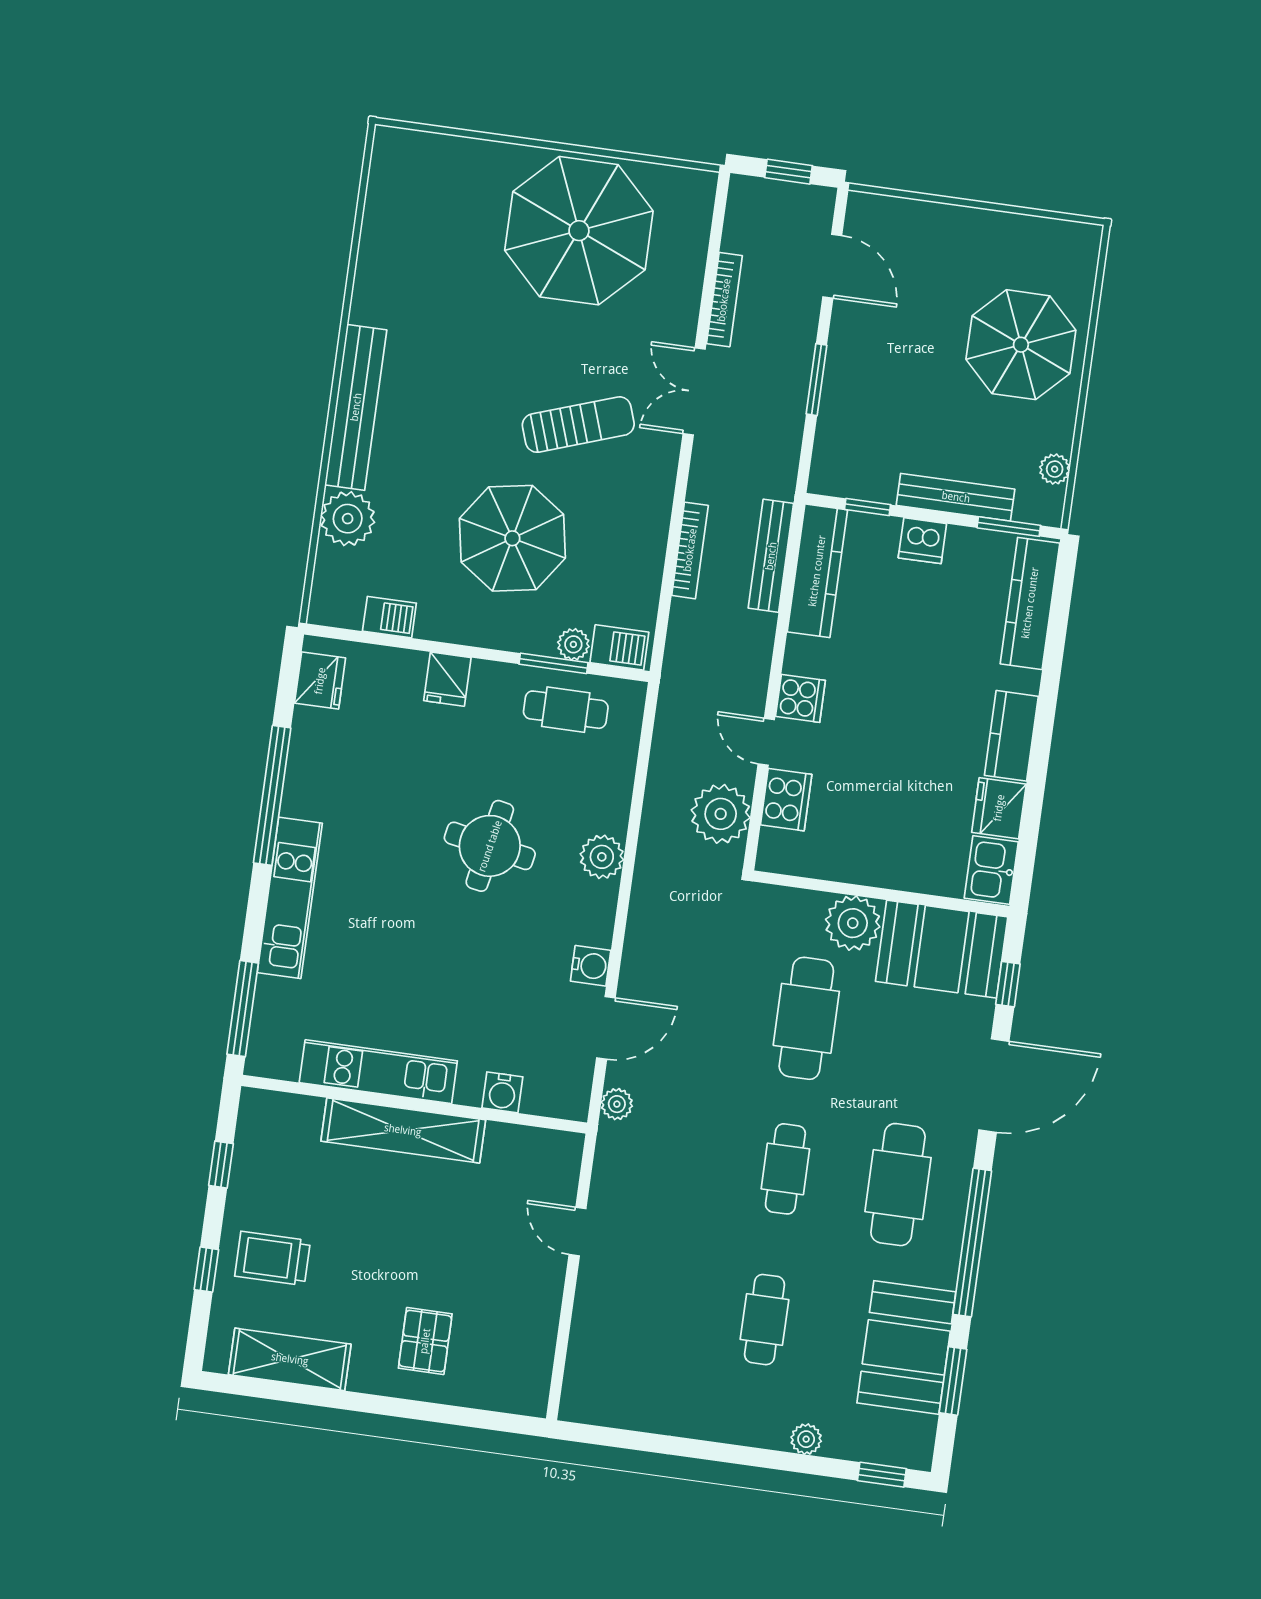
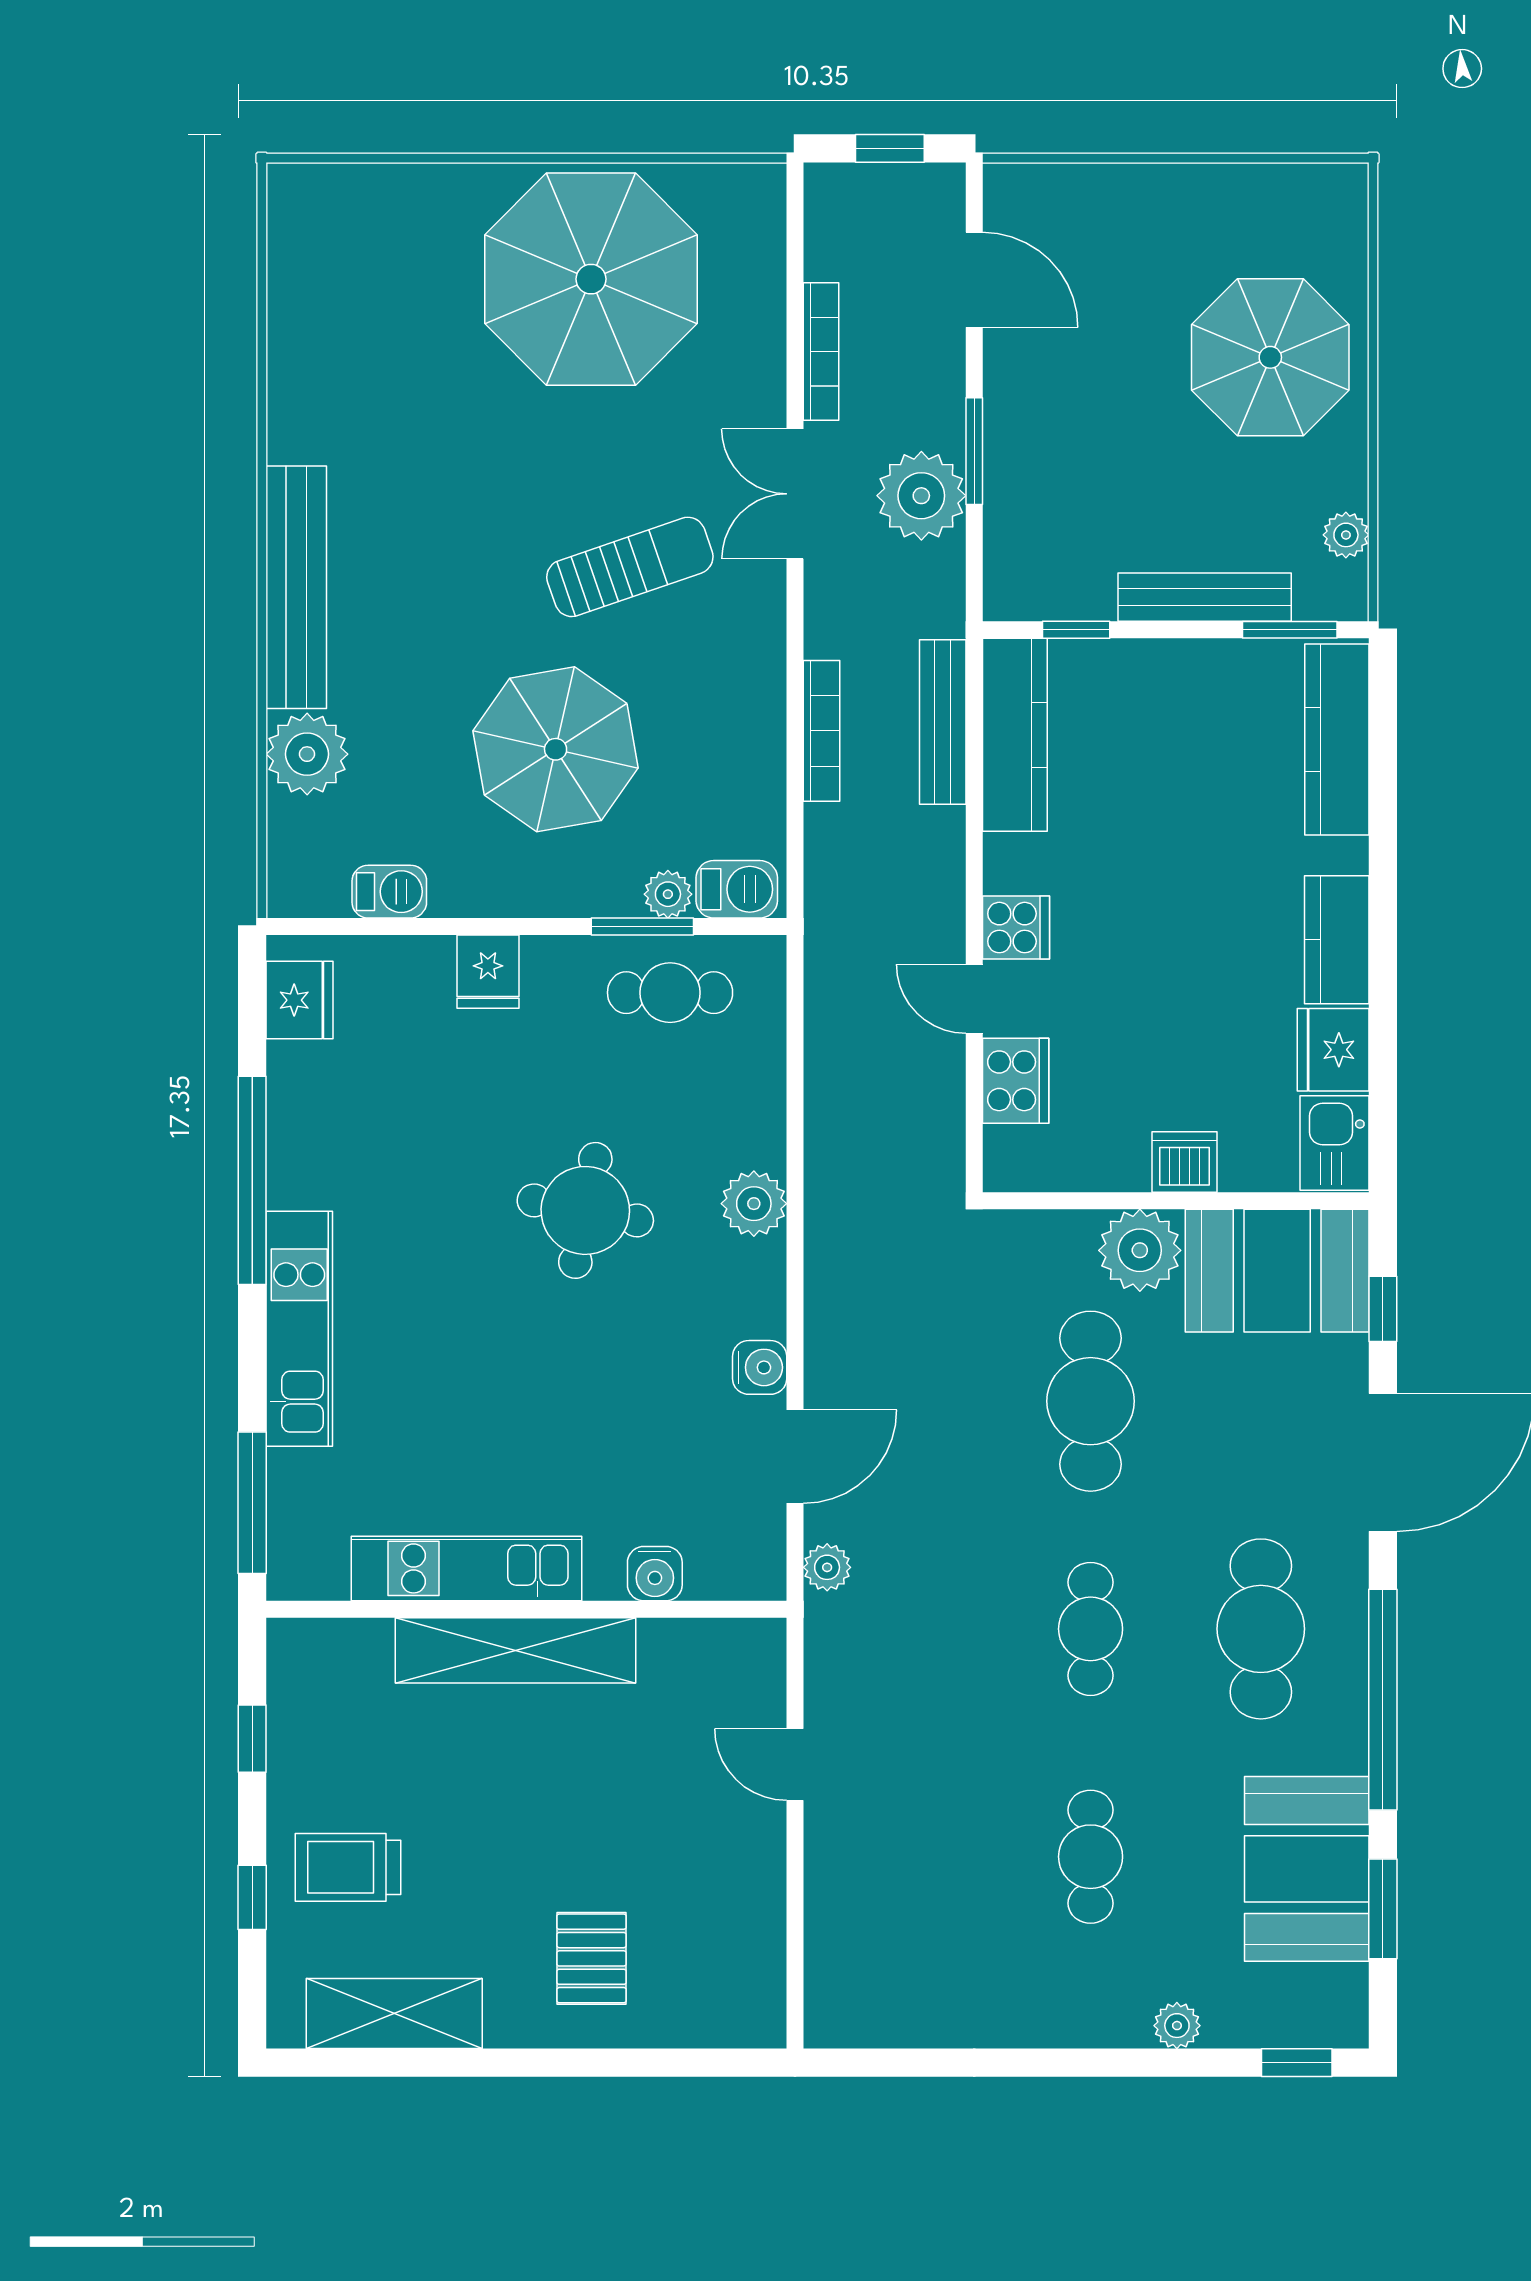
dishwasher: (922, 541) -> (1184, 1162), moved, turned 180
plant: (721, 814) -> (921, 496), moved

